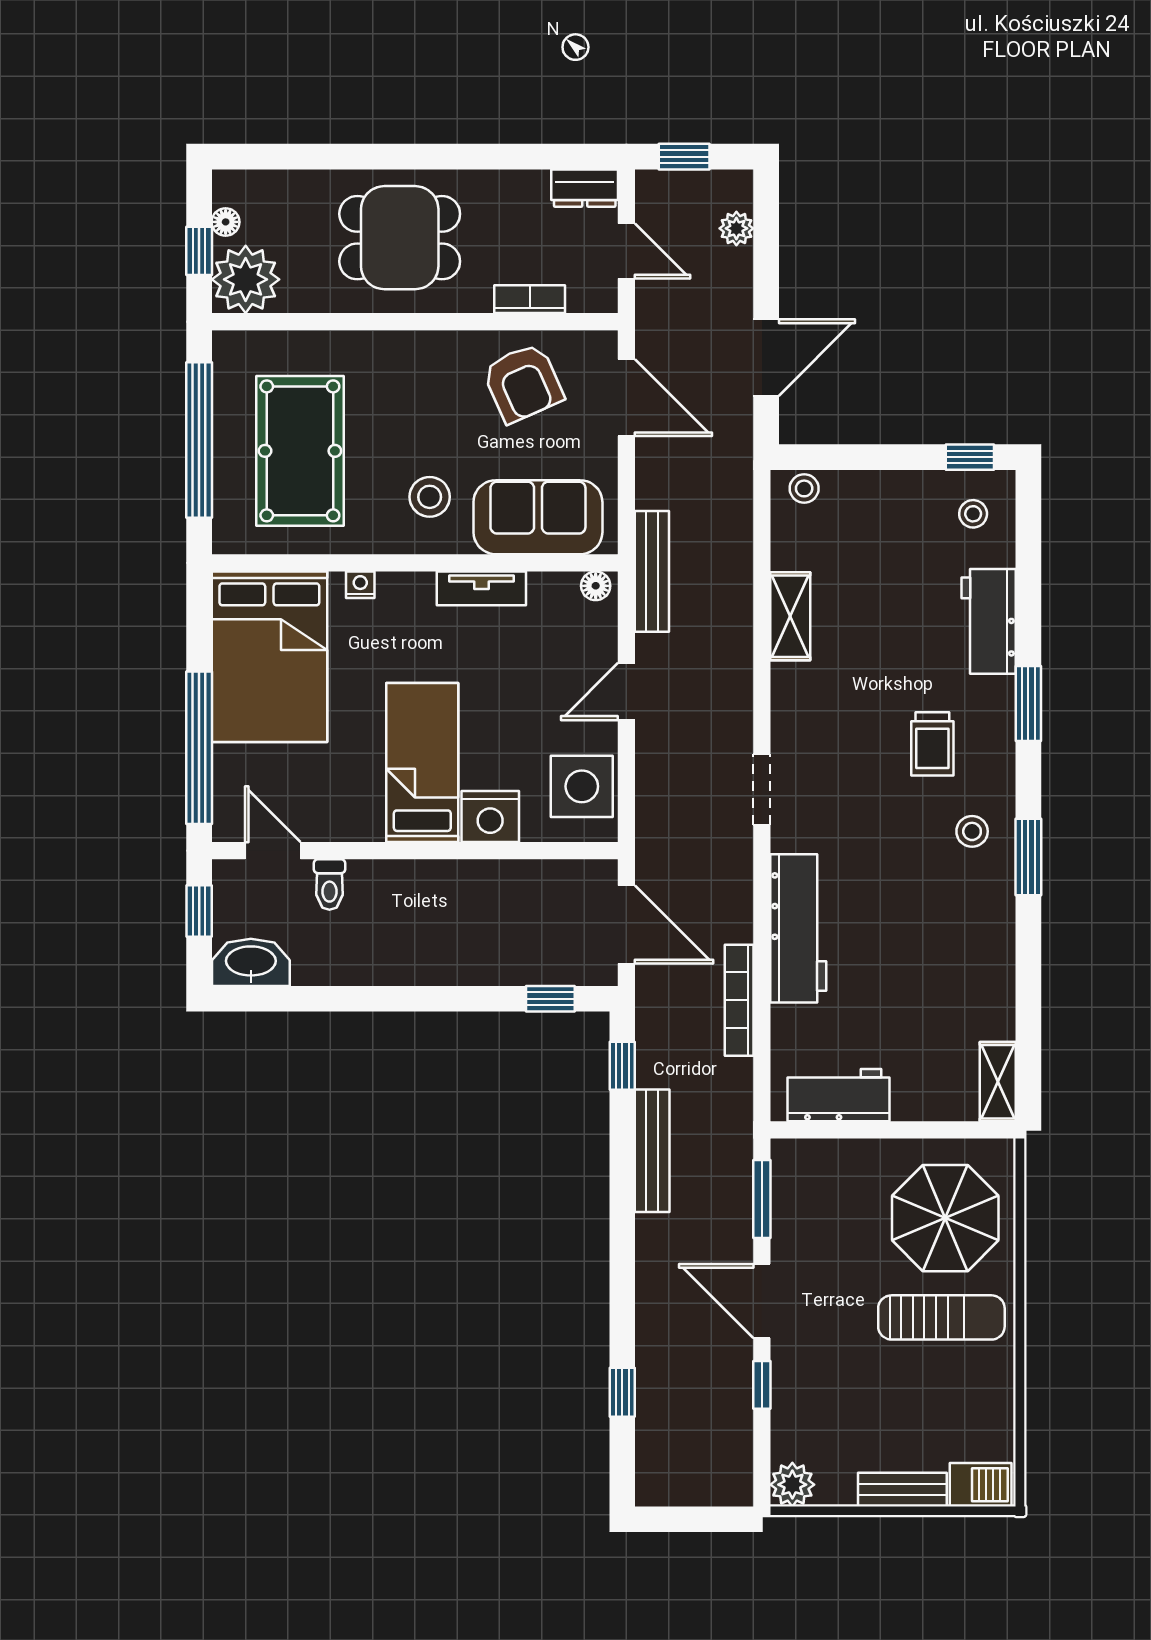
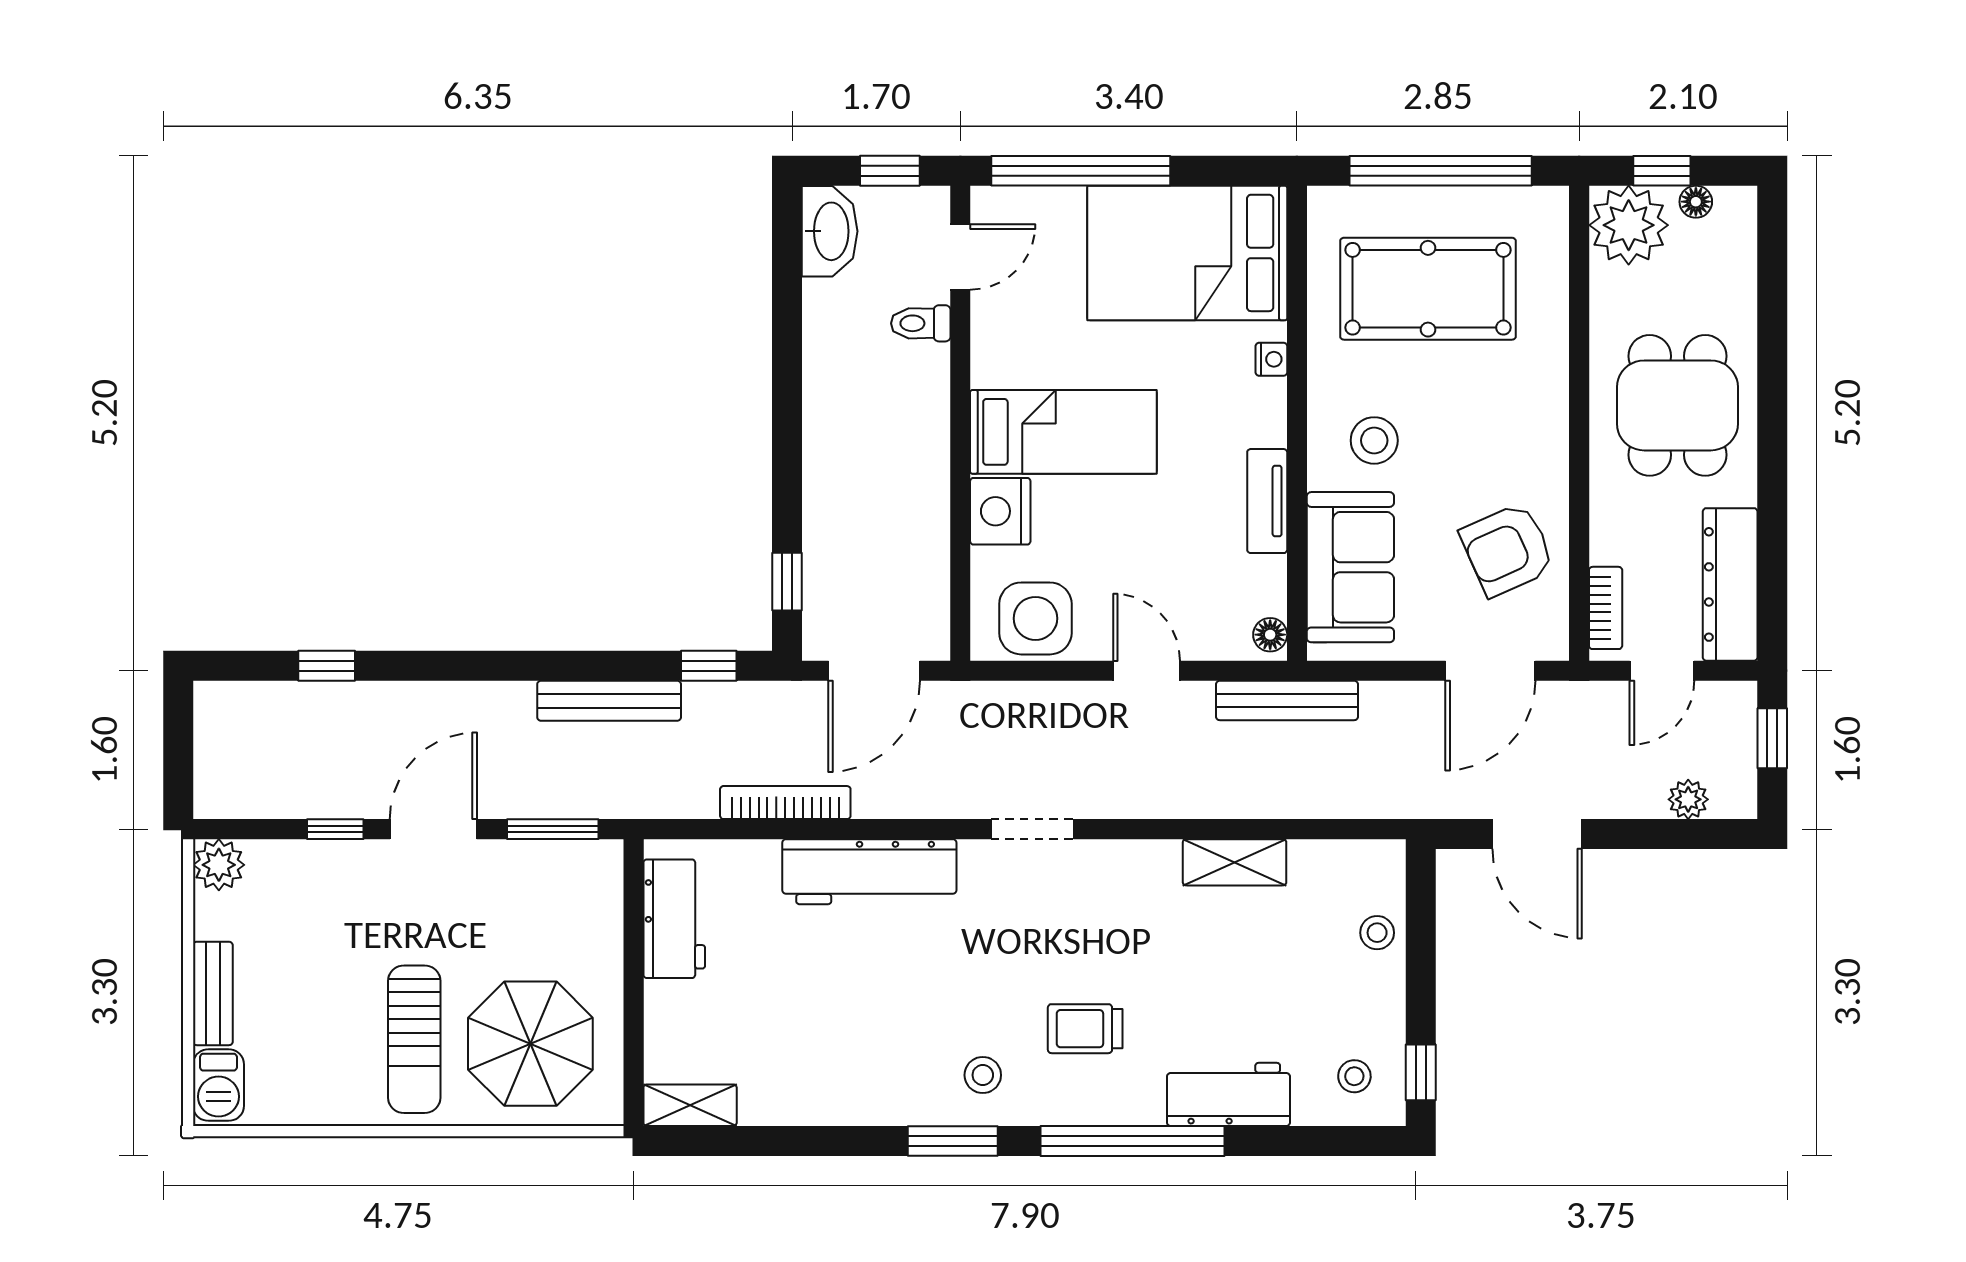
dresser: (585, 188) -> (1730, 584), width x1.96, depth x1.24
bookcase: (530, 299) -> (1606, 608), moved
stool: (804, 488) -> (1377, 933), moved
window: (1028, 703) -> (1133, 1141), width x2.11

